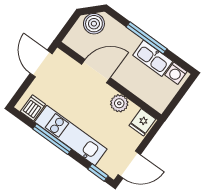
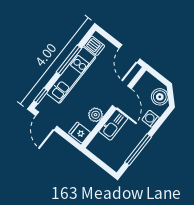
window: (147, 38) -> (138, 150), moved
kitchen sink: (153, 58) -> (113, 125), moved, turned 180
door: (41, 64) -> (129, 54), swing flipped
washing machine: (176, 73) -> (151, 119), moved

